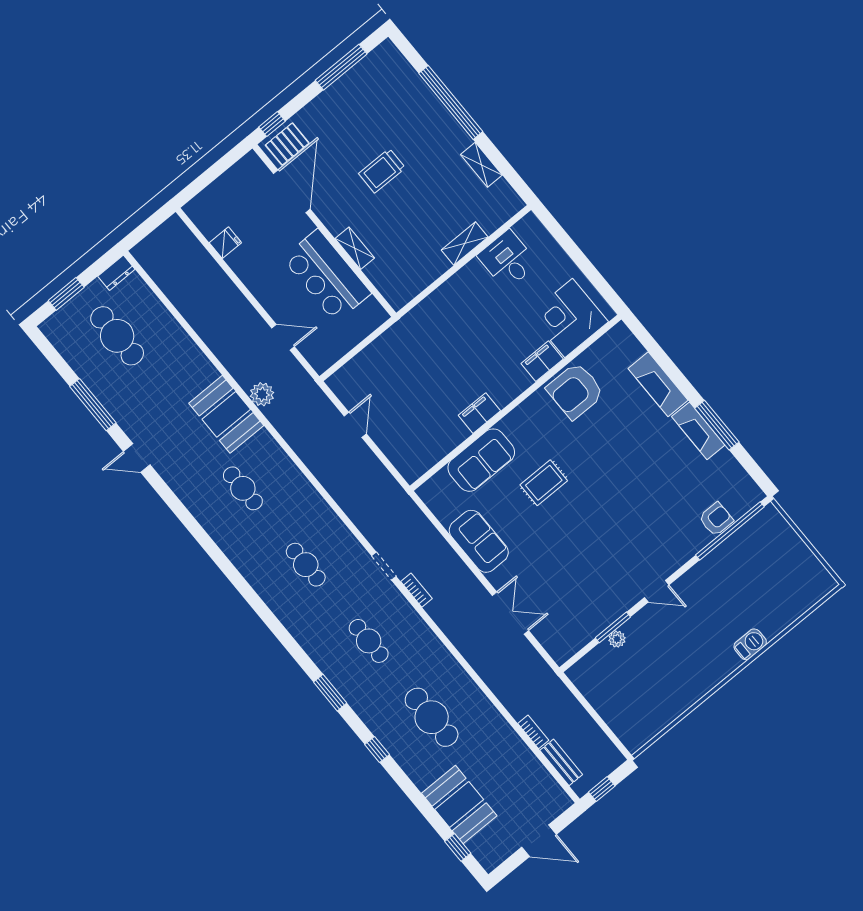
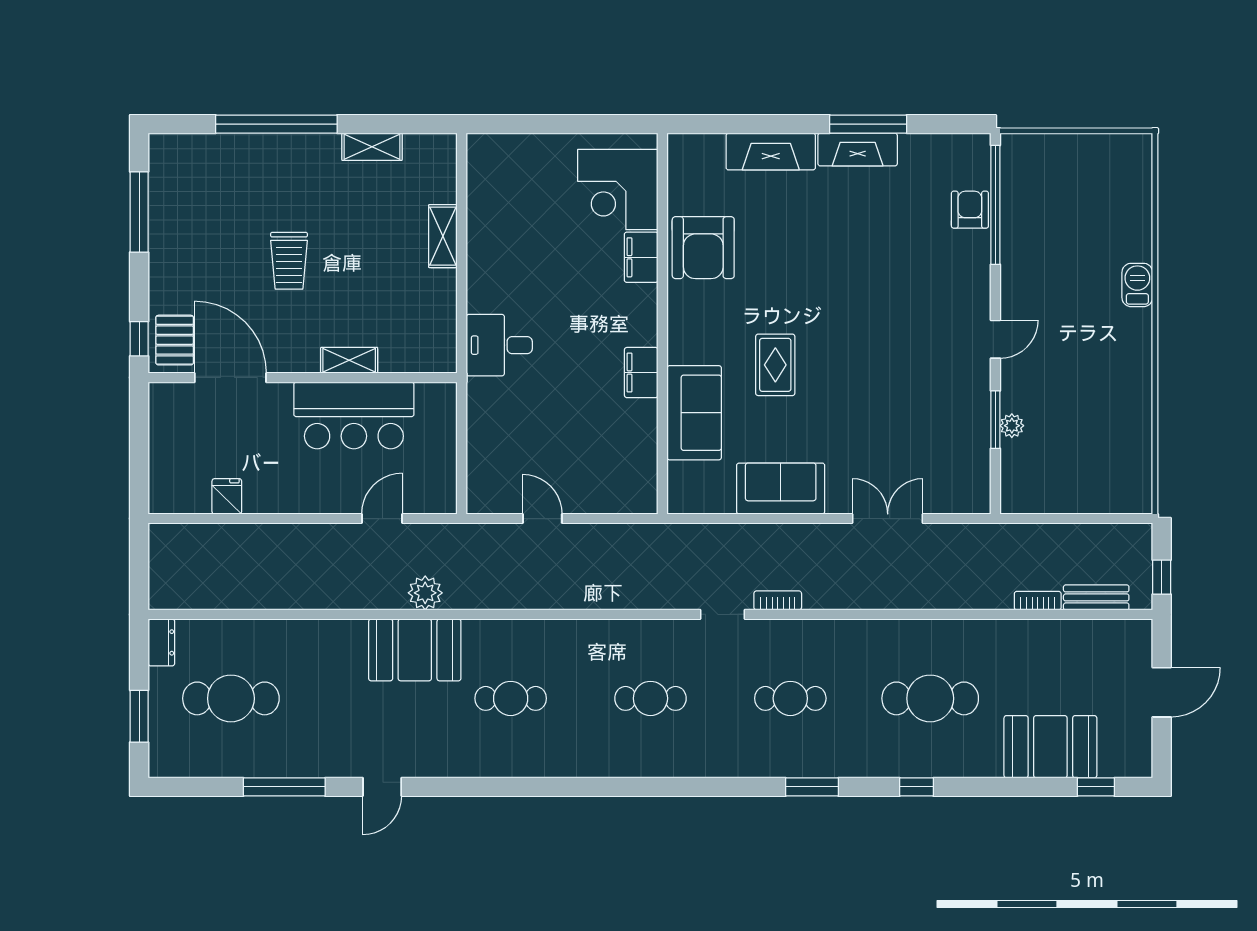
desk: (508, 260) -> (499, 345), moved

